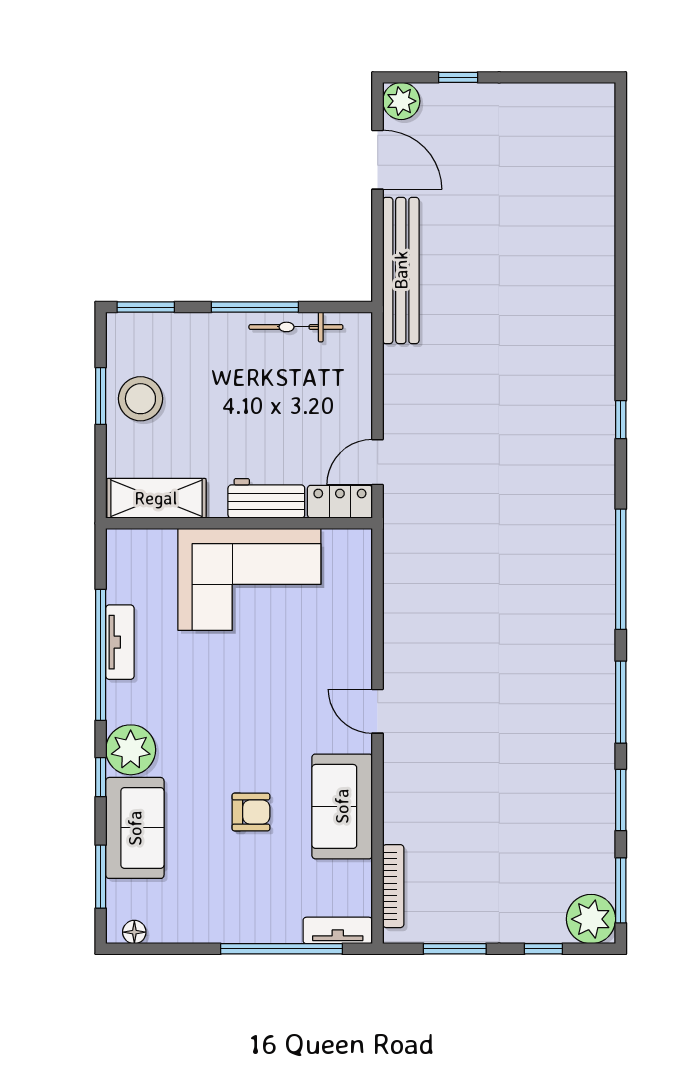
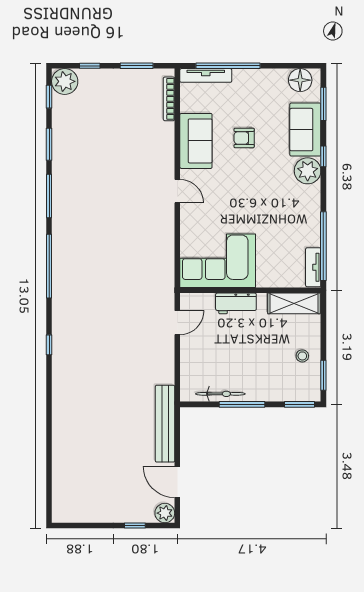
window: (101, 396) -> (323, 375), moved
stool: (140, 399) -> (302, 356), width x0.53, depth x0.53
locker: (340, 502) -> (197, 302), removed
corner sofa: (249, 579) -> (218, 261), moved
tv unit: (120, 642) -> (313, 267), moved
window: (101, 655) -> (323, 246), moved
window: (621, 890) -> (49, 97), width x0.67
tv unit: (338, 930) -> (206, 75), width x1.41
floor lamp: (134, 932) -> (300, 80), width x1.89, depth x1.89

